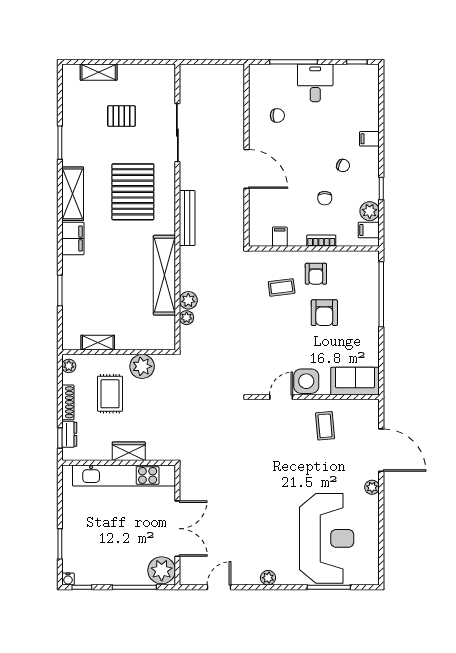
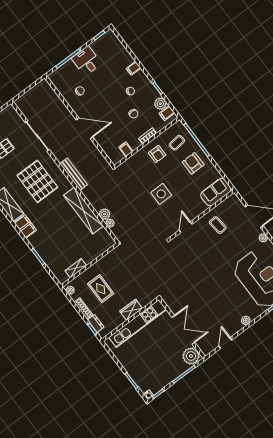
coffee table: (282, 287) -> (177, 143), moved
armchair: (324, 313) -> (193, 163), moved, turned 180
plant: (142, 366) -> (106, 263), removed
side table: (306, 381) -> (161, 194), moved

